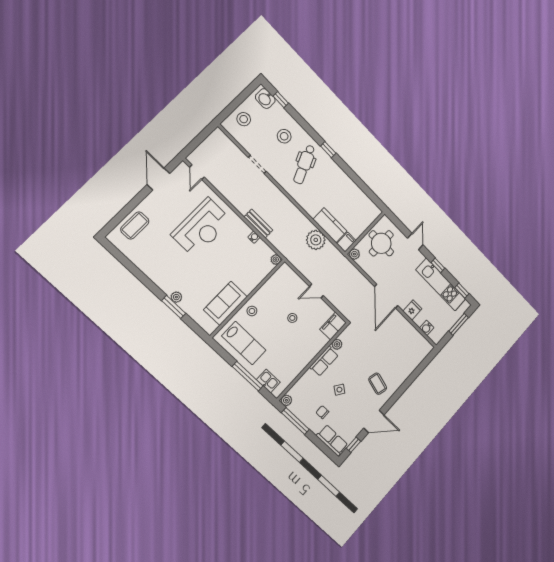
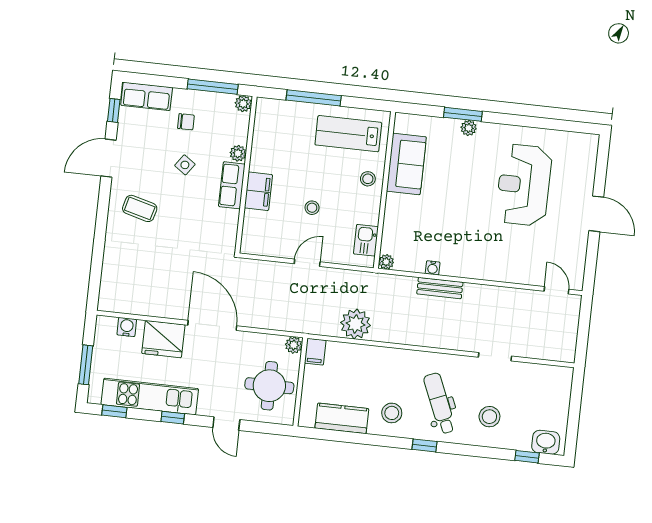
stool: (244, 119) -> (392, 413), moved
door: (158, 179) -> (596, 214), moved
kitchen counter: (330, 225) -> (342, 418), moved, turned 180
coffee table: (135, 226) -> (577, 174), removed
reception desk: (201, 228) -> (524, 185), moved
fridge: (412, 310) -> (163, 339), width x1.88, depth x1.34
filing cabinet: (333, 326) -> (258, 191), moved
plant: (337, 344) -> (238, 153), moved
kitchen sink: (268, 381) -> (366, 240), moved, turned 90

